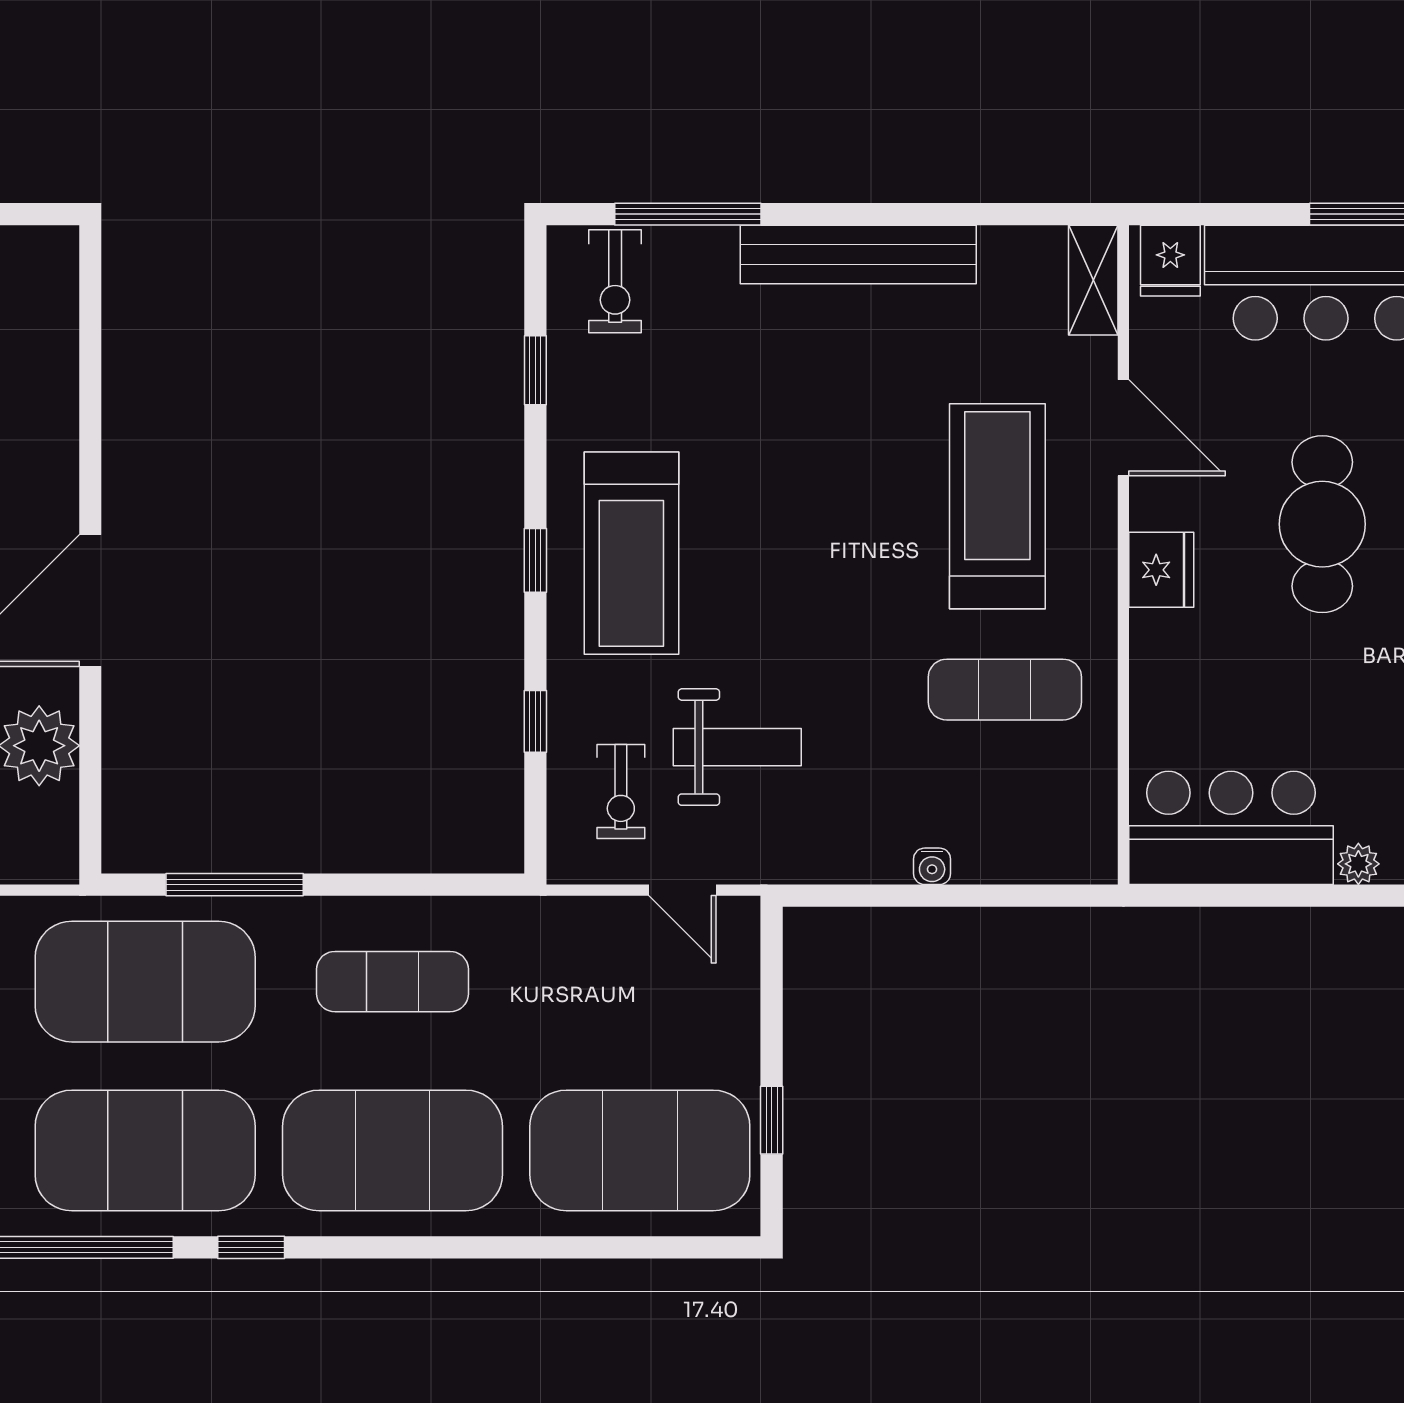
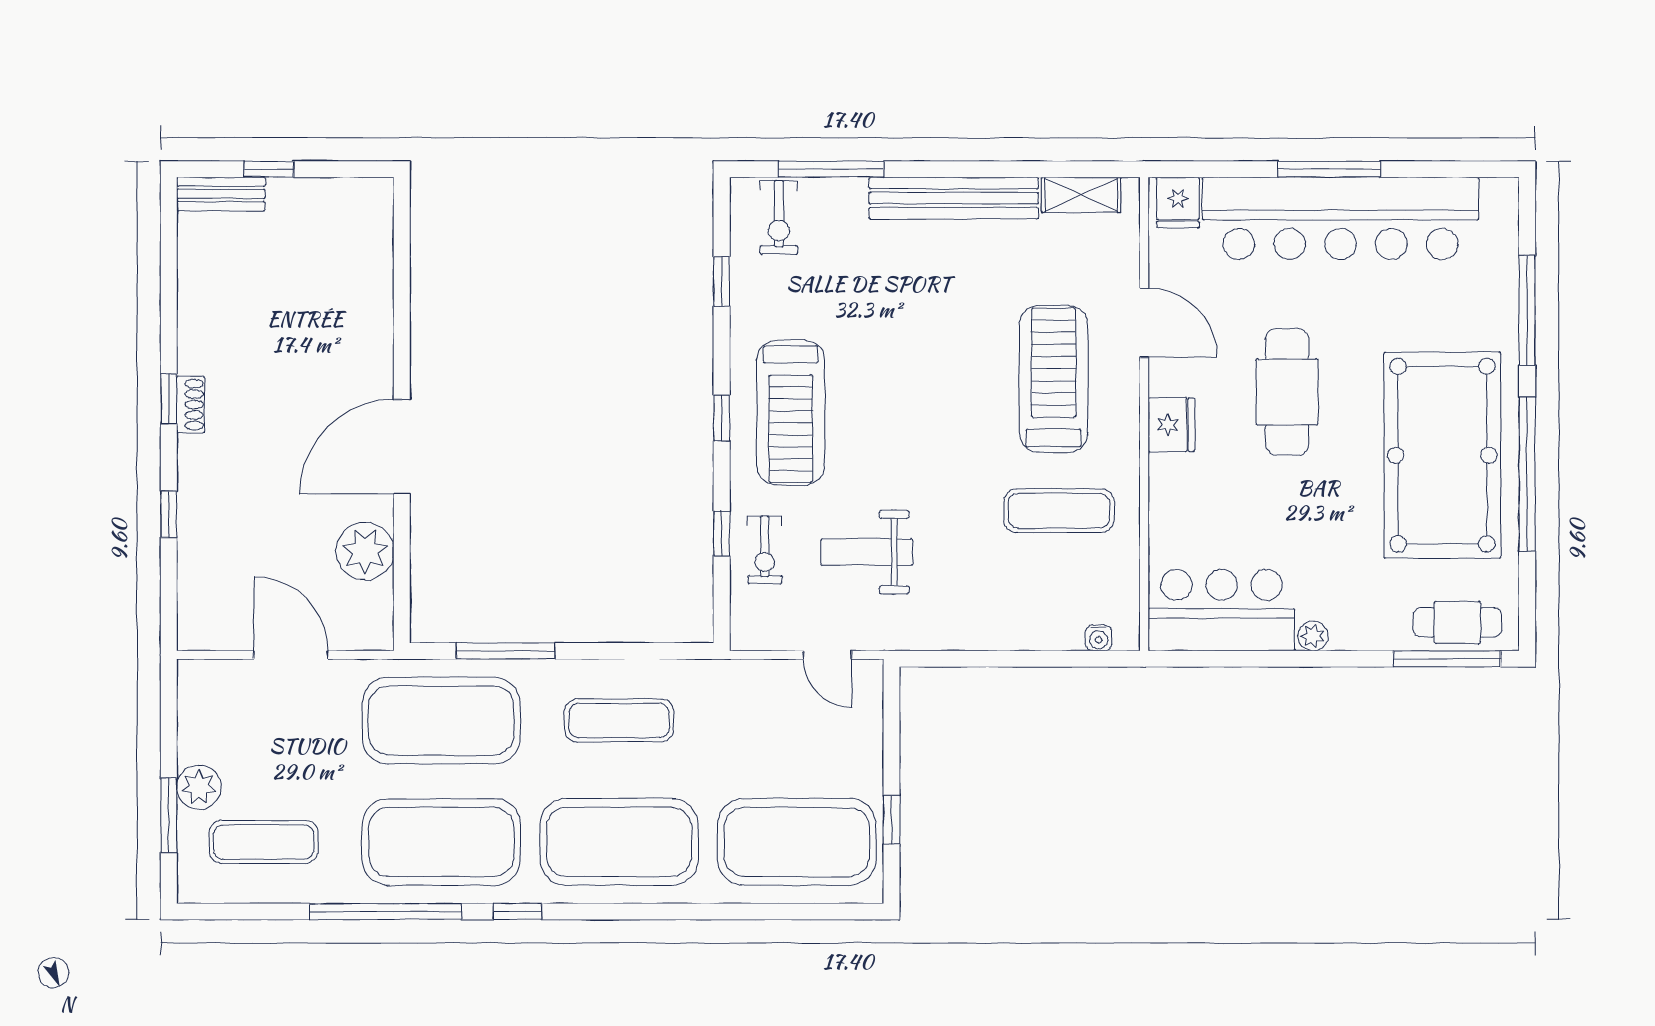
shelving: (1093, 280) -> (1081, 195), moved, turned 90
weight bench: (737, 747) -> (867, 552), turned 180
exercise bike: (621, 791) -> (765, 550), moved
water cooler: (932, 866) -> (1099, 638), moved

